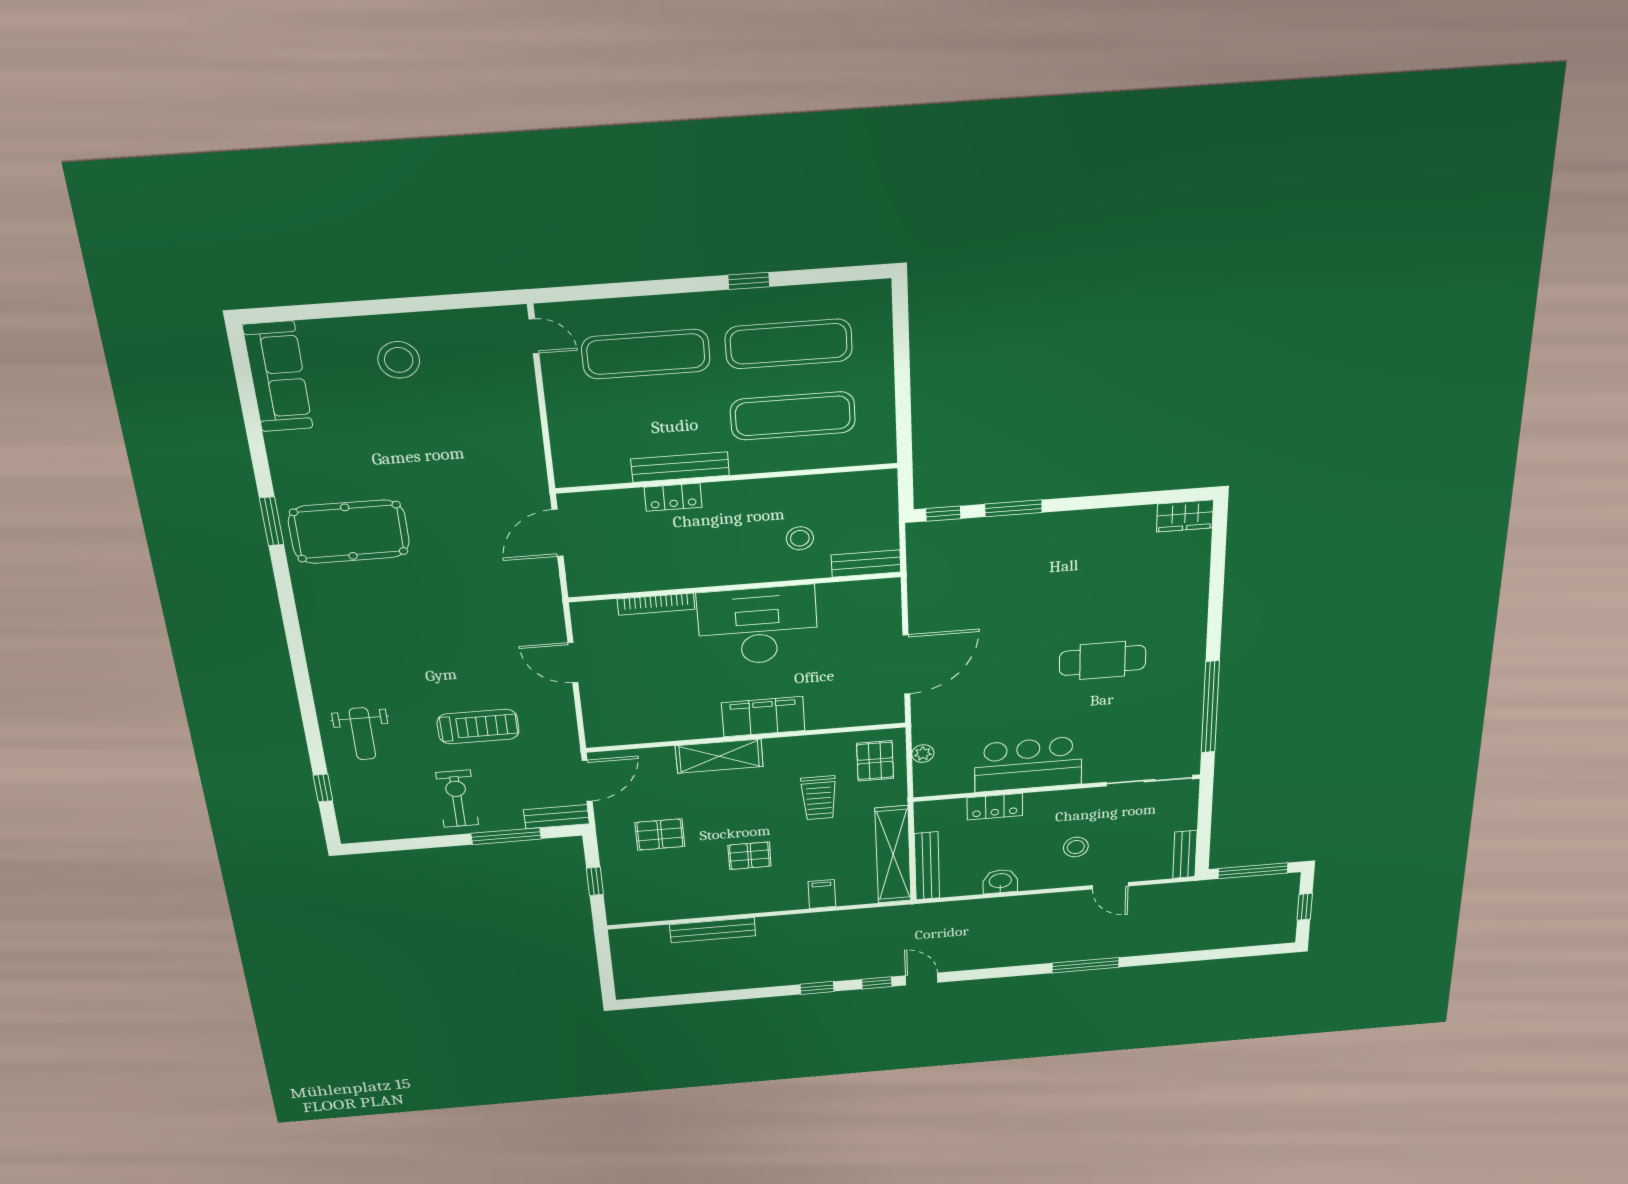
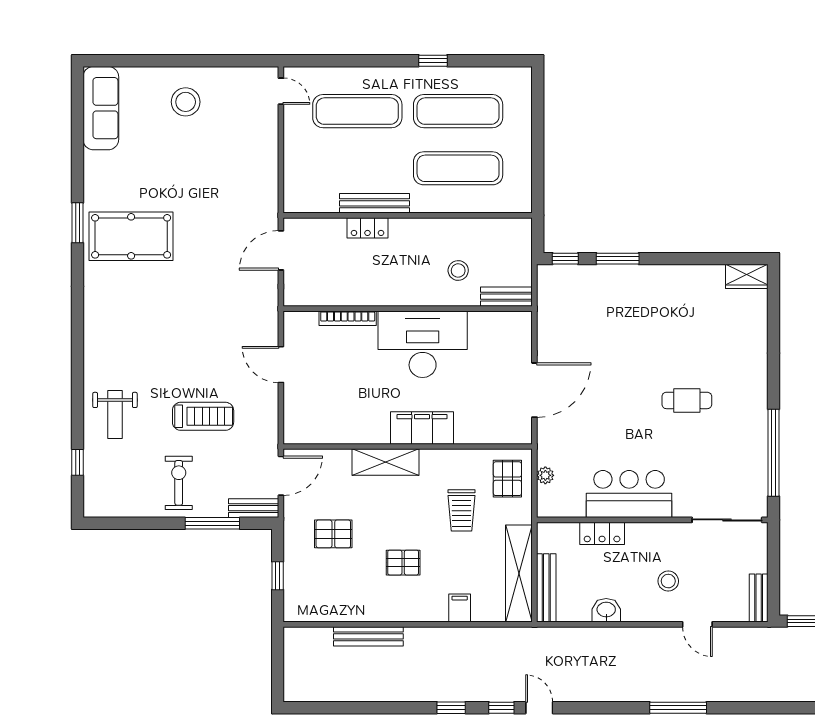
cafe table: (1103, 660) -> (687, 400), width x0.73, depth x0.74

